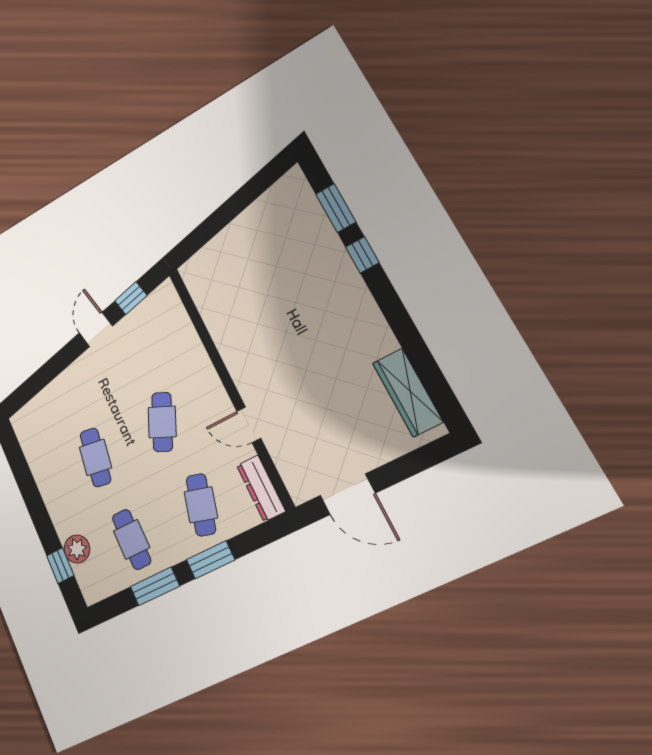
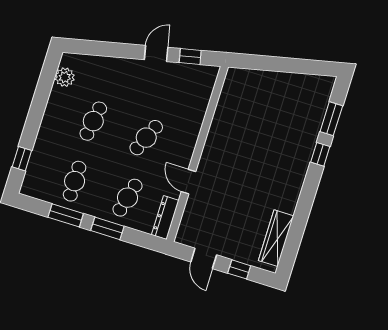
window: (401, 469) -> (239, 269), added
door: (348, 494) -> (204, 258), width x0.73
plant: (77, 549) -> (65, 77), moved

